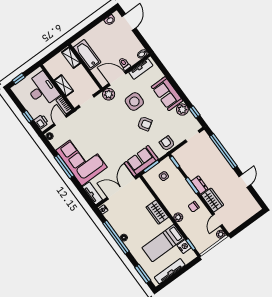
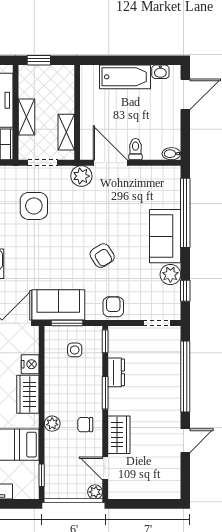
window: (50, 55) -> (39, 60), added
bathtub: (87, 55) -> (125, 77), moved, turned 90
shelving: (71, 58) -> (66, 132), moved
tv unit: (141, 69) -> (153, 174), removed
window: (169, 76) -> (185, 213), added
side table: (134, 102) -> (34, 206), moved
dresser: (199, 185) -> (116, 372), moved
door: (217, 220) -> (105, 468), hinge flipped
nightstand: (184, 247) -> (30, 364), moved

